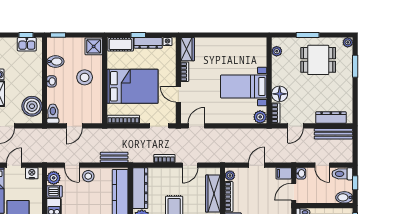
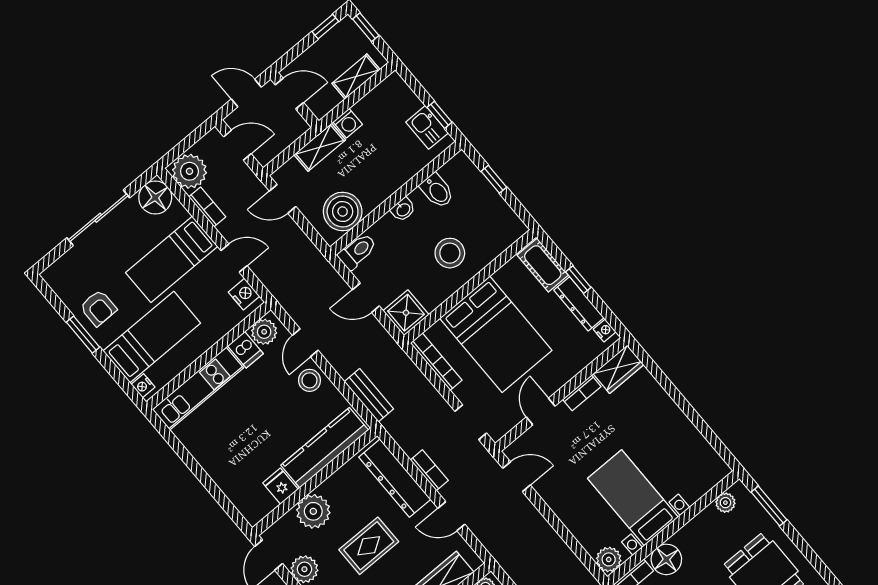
window: (58, 35) -> (494, 179), moved
window: (308, 35) -> (769, 506), moved
shower: (94, 46) -> (406, 313), moved
dresser: (140, 188) -> (395, 478), moved, turned 90

